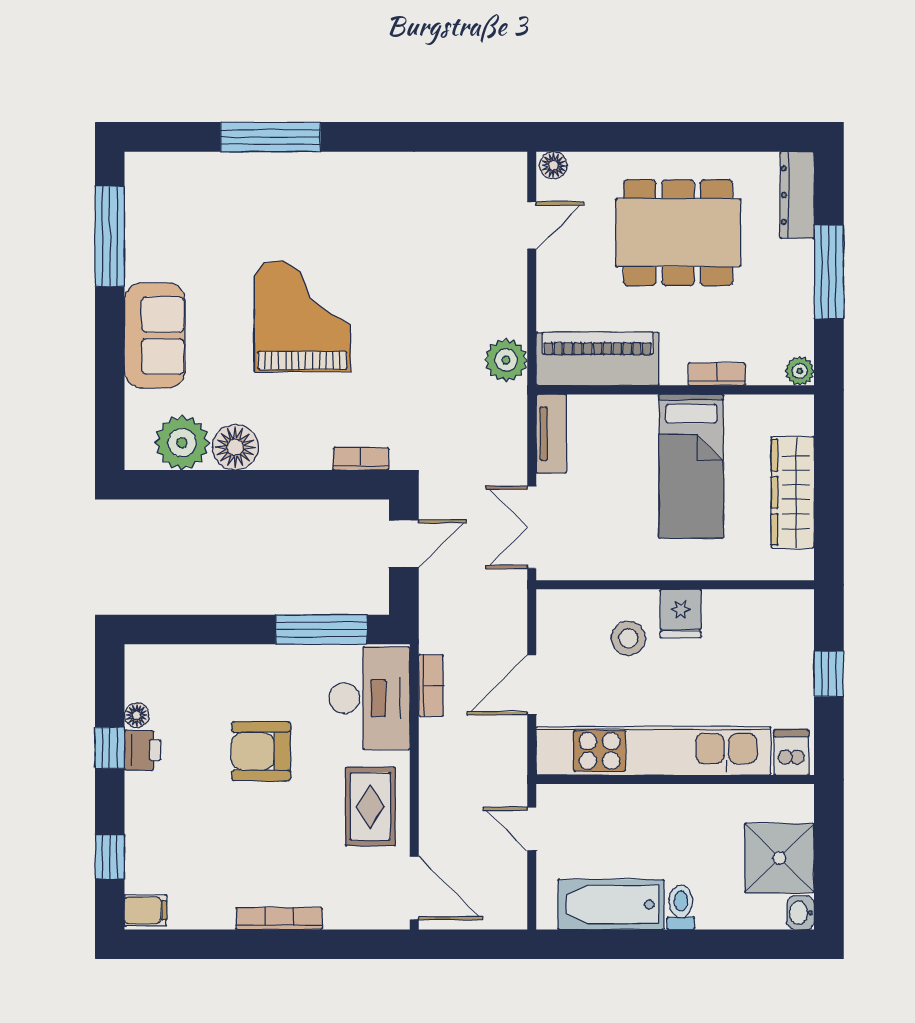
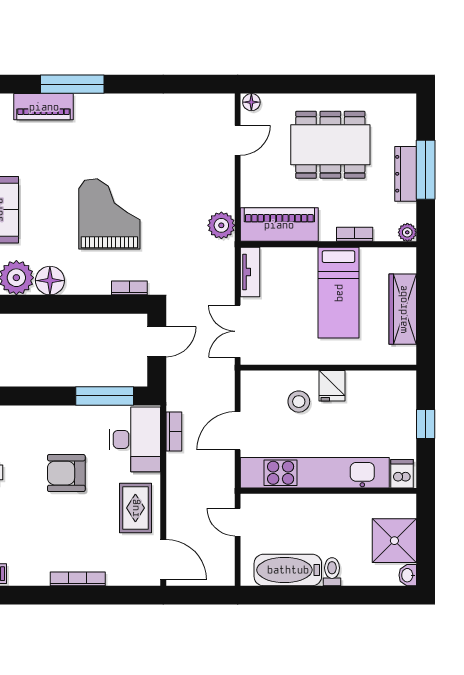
piano: (225, 173) -> (44, 107), added
dresser: (797, 195) -> (406, 174), moved
grand piano: (302, 316) -> (109, 214), moved

